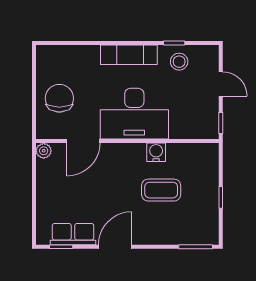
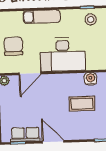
exam couch: (129, 55) -> (42, 17), moved
water cooler: (156, 152) -> (90, 79), moved
door: (115, 247) -> (53, 142), hinge flipped

